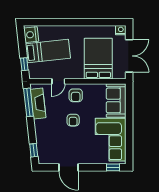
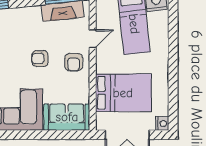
door: (58, 81) -> (93, 39), swing flipped
armchair: (76, 95) -> (74, 62), turned -90

